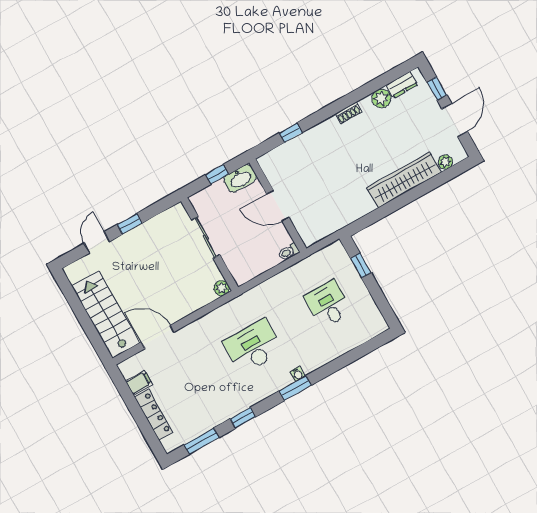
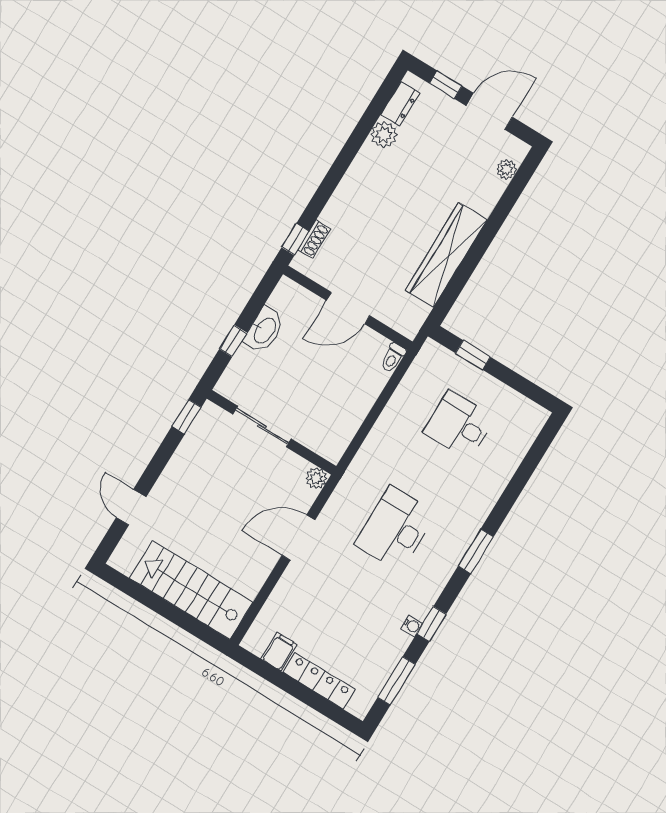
shoe rack: (348, 113) -> (314, 239), moved
door: (455, 120) -> (489, 111), hinge flipped
wardrobe: (404, 180) -> (446, 255), moved
door: (278, 206) -> (348, 308), moved
wall: (278, 206) -> (348, 308), moved
window: (130, 224) -> (187, 417), moved
toilet: (289, 252) -> (393, 358), moved
door: (158, 337) -> (298, 538), moved
water cooler: (298, 374) -> (412, 626), moved

